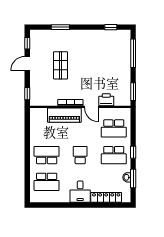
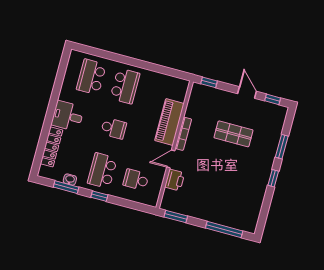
window: (111, 27) -> (273, 178), moved
school desk: (114, 128) -> (136, 180), width x0.54

